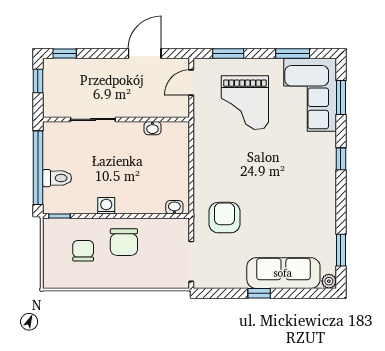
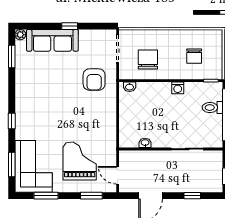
window: (65, 54) -> (192, 196), moved
door: (191, 82) -> (118, 175), swing flipped
chair: (124, 242) -> (148, 60), moved

